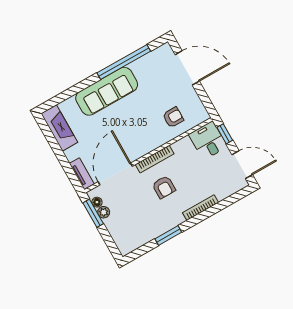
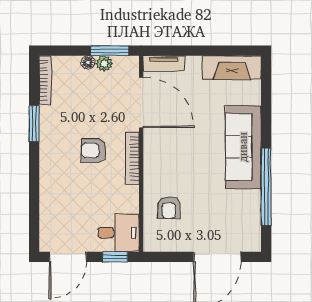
floor lamp: (97, 202) -> (88, 62), moved
bookcase: (201, 208) -> (45, 80), moved

